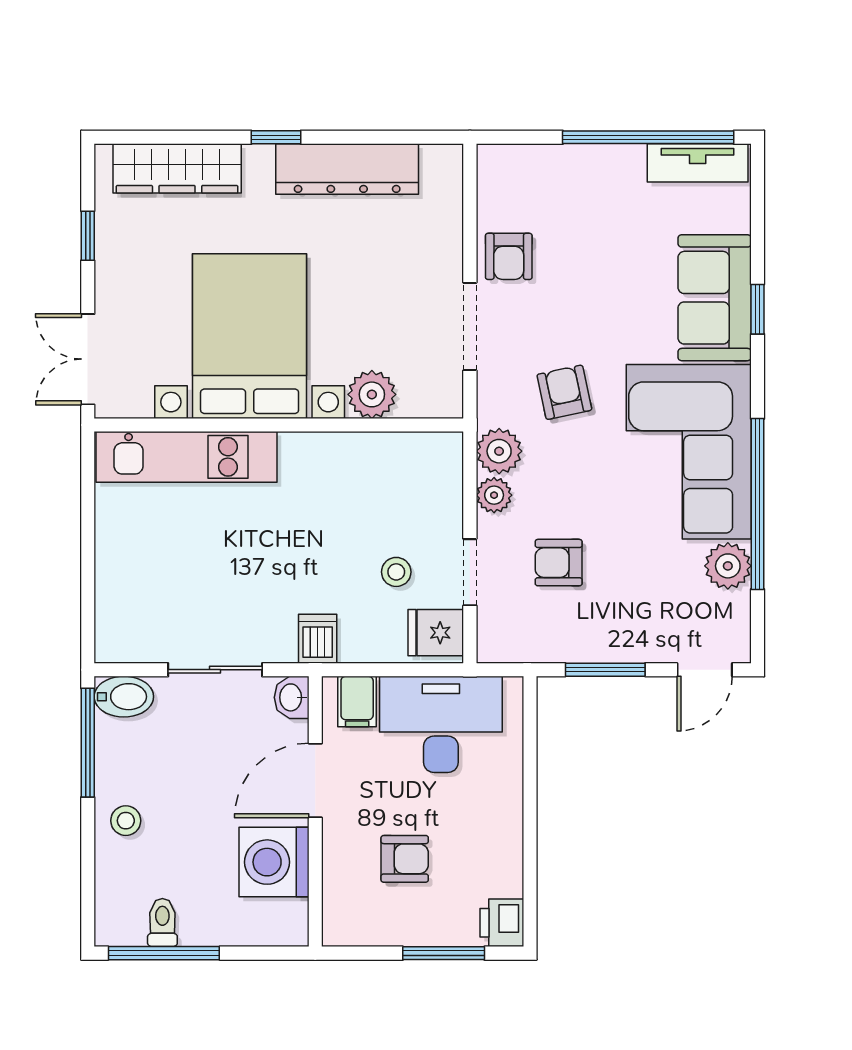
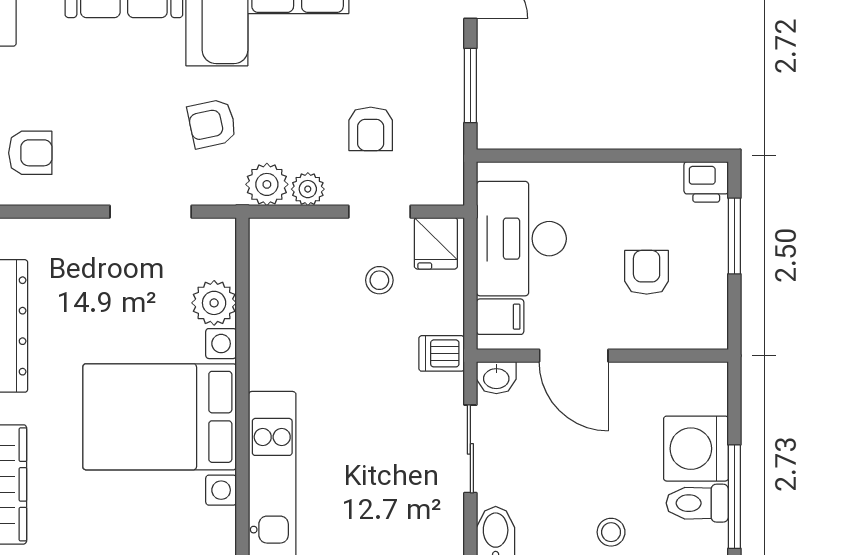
armchair: (509, 256) -> (30, 153), moved
washing machine: (274, 862) -> (696, 449), moved, turned 90
toilet: (162, 923) -> (697, 503), width x1.37, depth x1.39

